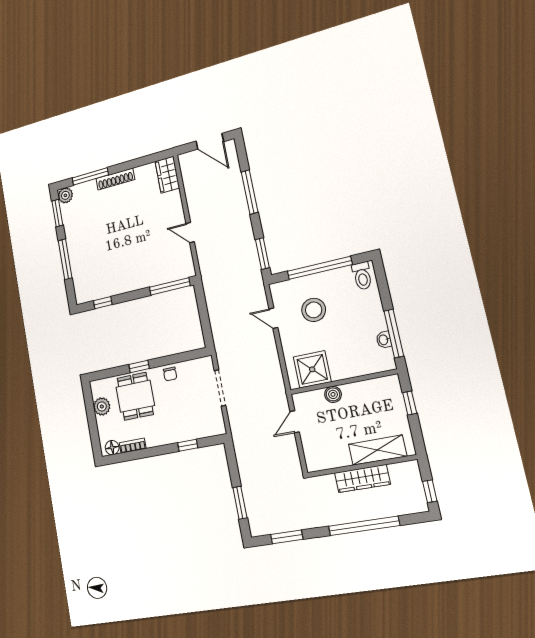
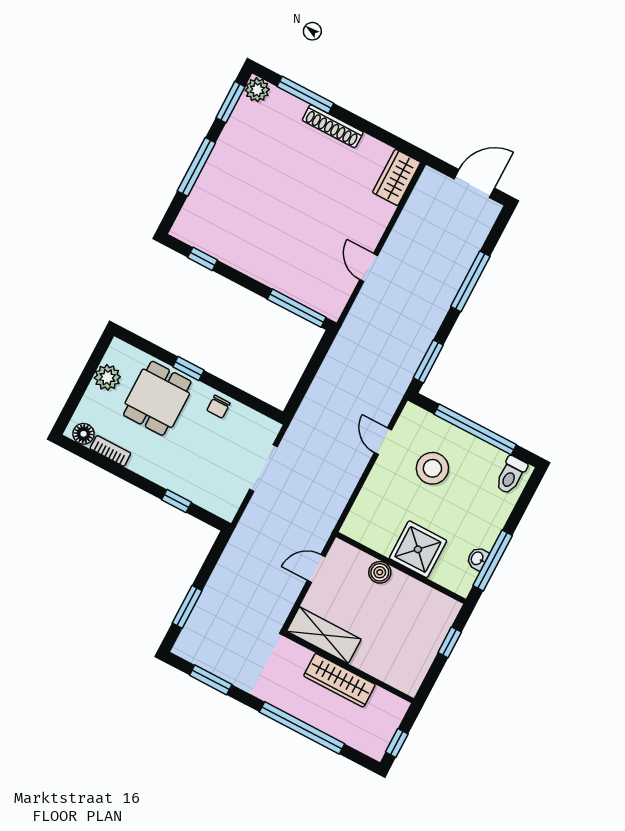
door: (210, 141) -> (474, 184), swing flipped
shower: (312, 369) -> (418, 549), moved
shelving: (378, 450) -> (324, 635), moved

